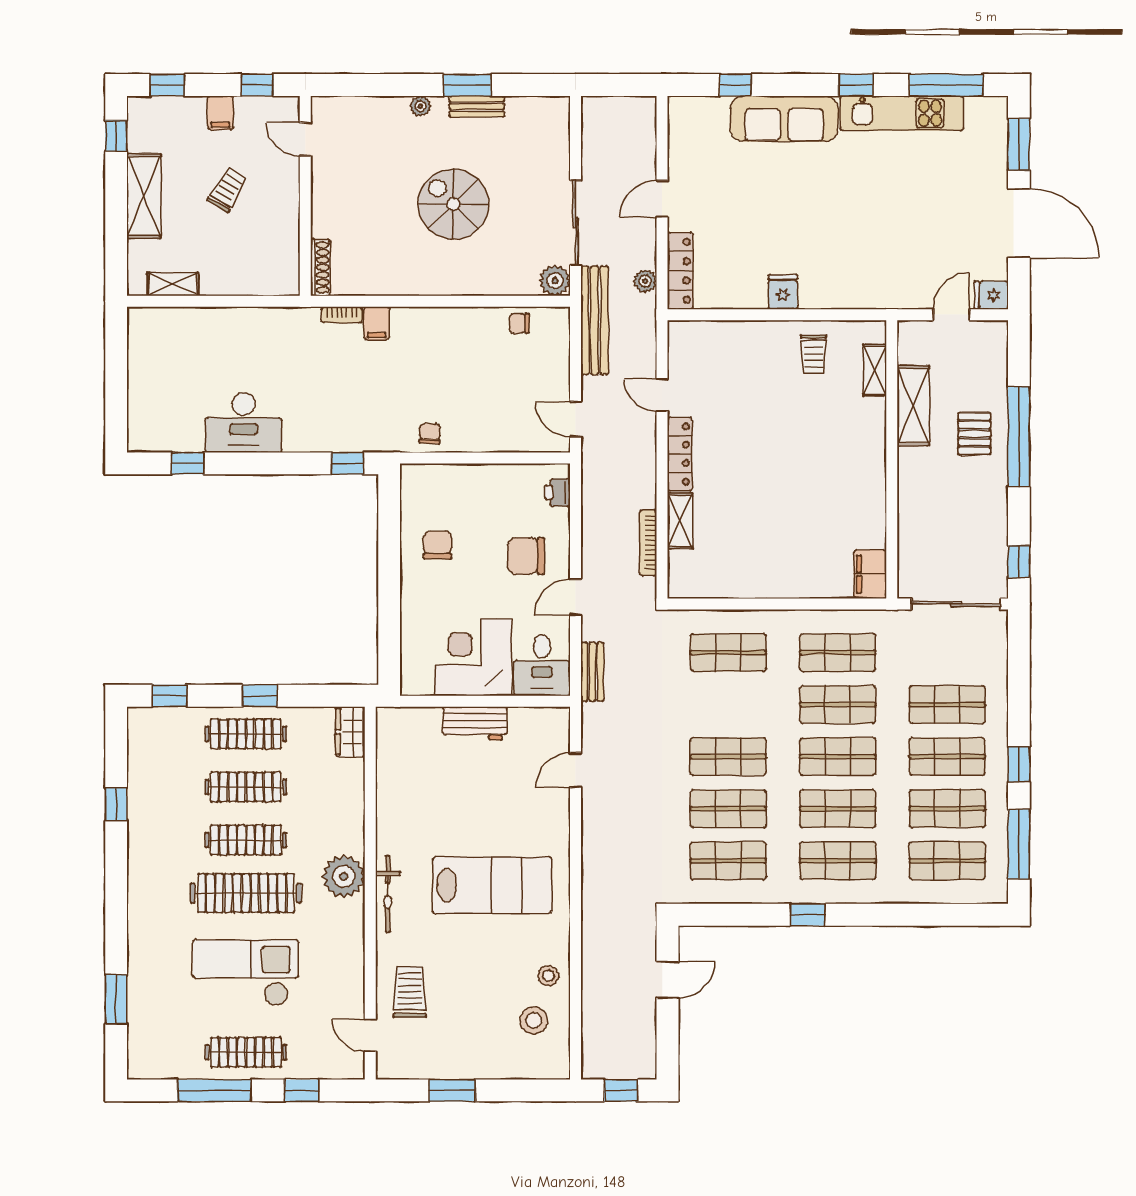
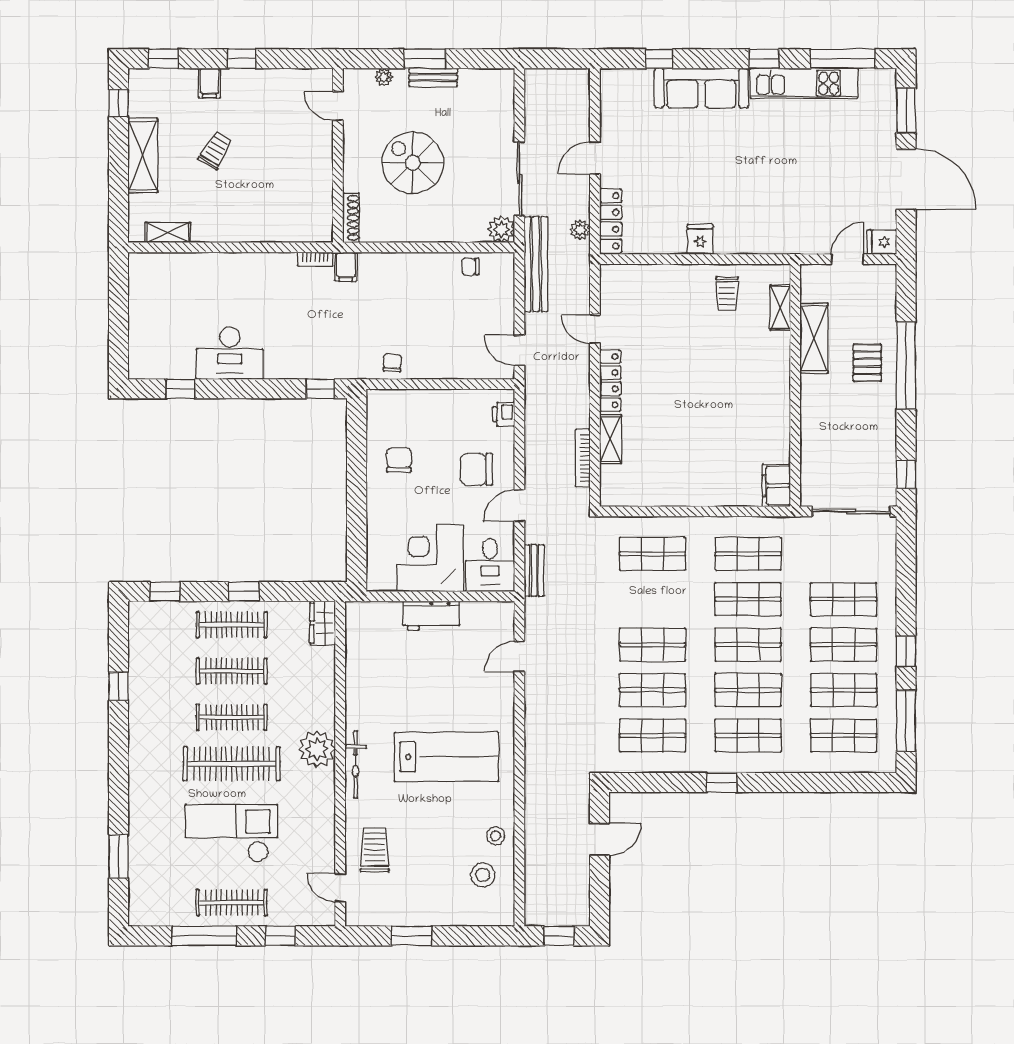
door: (305, 139) -> (338, 106), moved
wall: (305, 196) -> (338, 155), moved
shoe rack: (320, 267) -> (351, 218), moved

